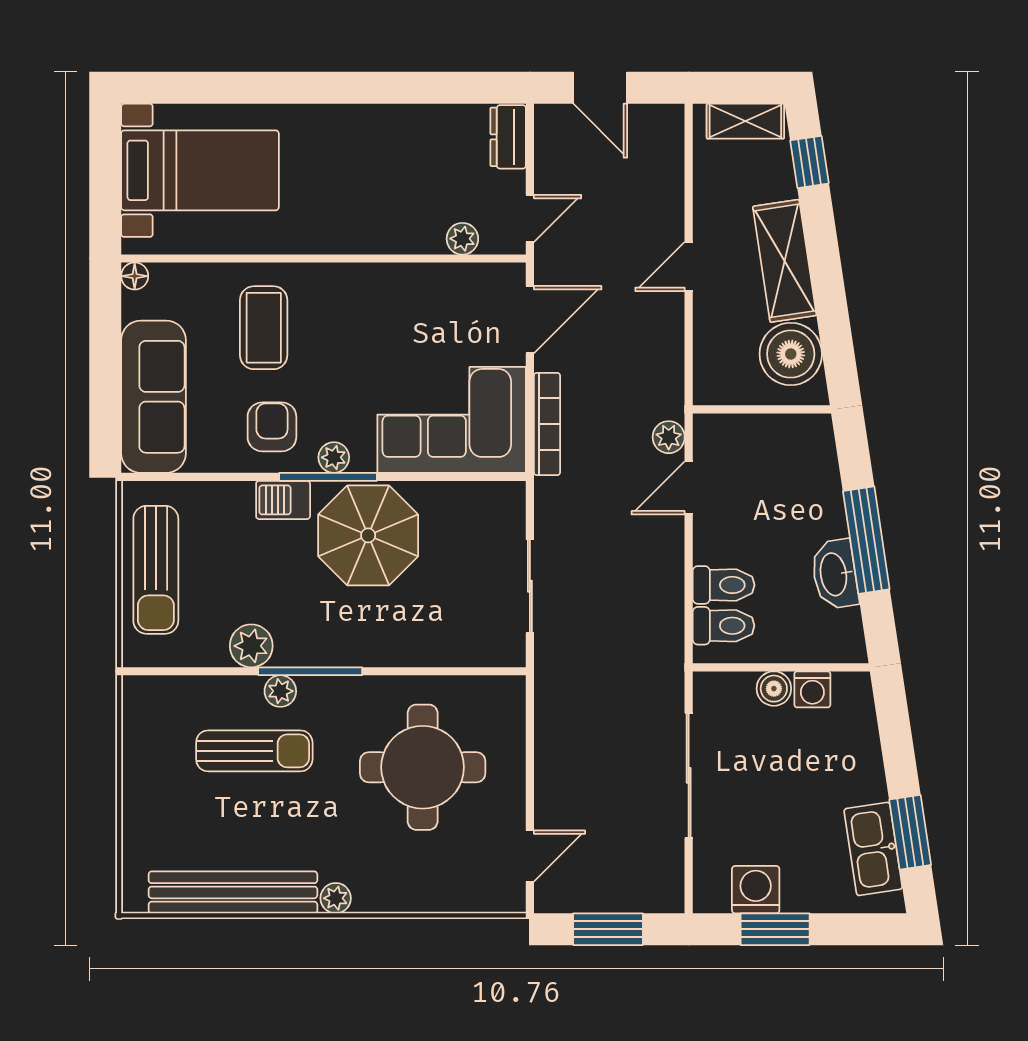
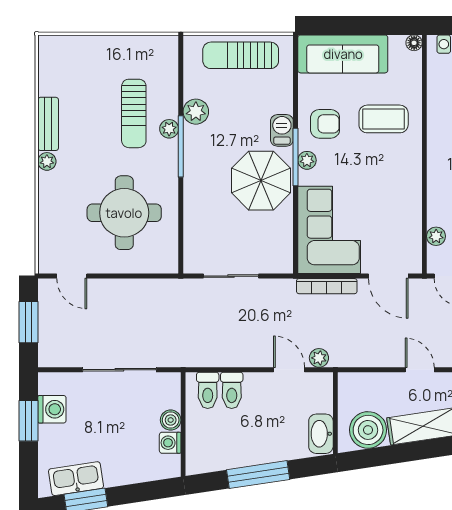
washbasin: (835, 574) -> (321, 434), moved, turned -81
bench: (233, 892) -> (48, 124), width x0.54, depth x0.82

